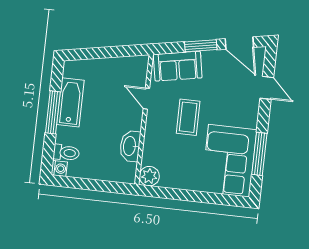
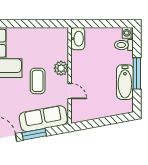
sofa: (178, 66) -> (43, 119), width x1.36
washbasin: (130, 146) -> (78, 39), moved
plant: (149, 176) -> (61, 68), moved

